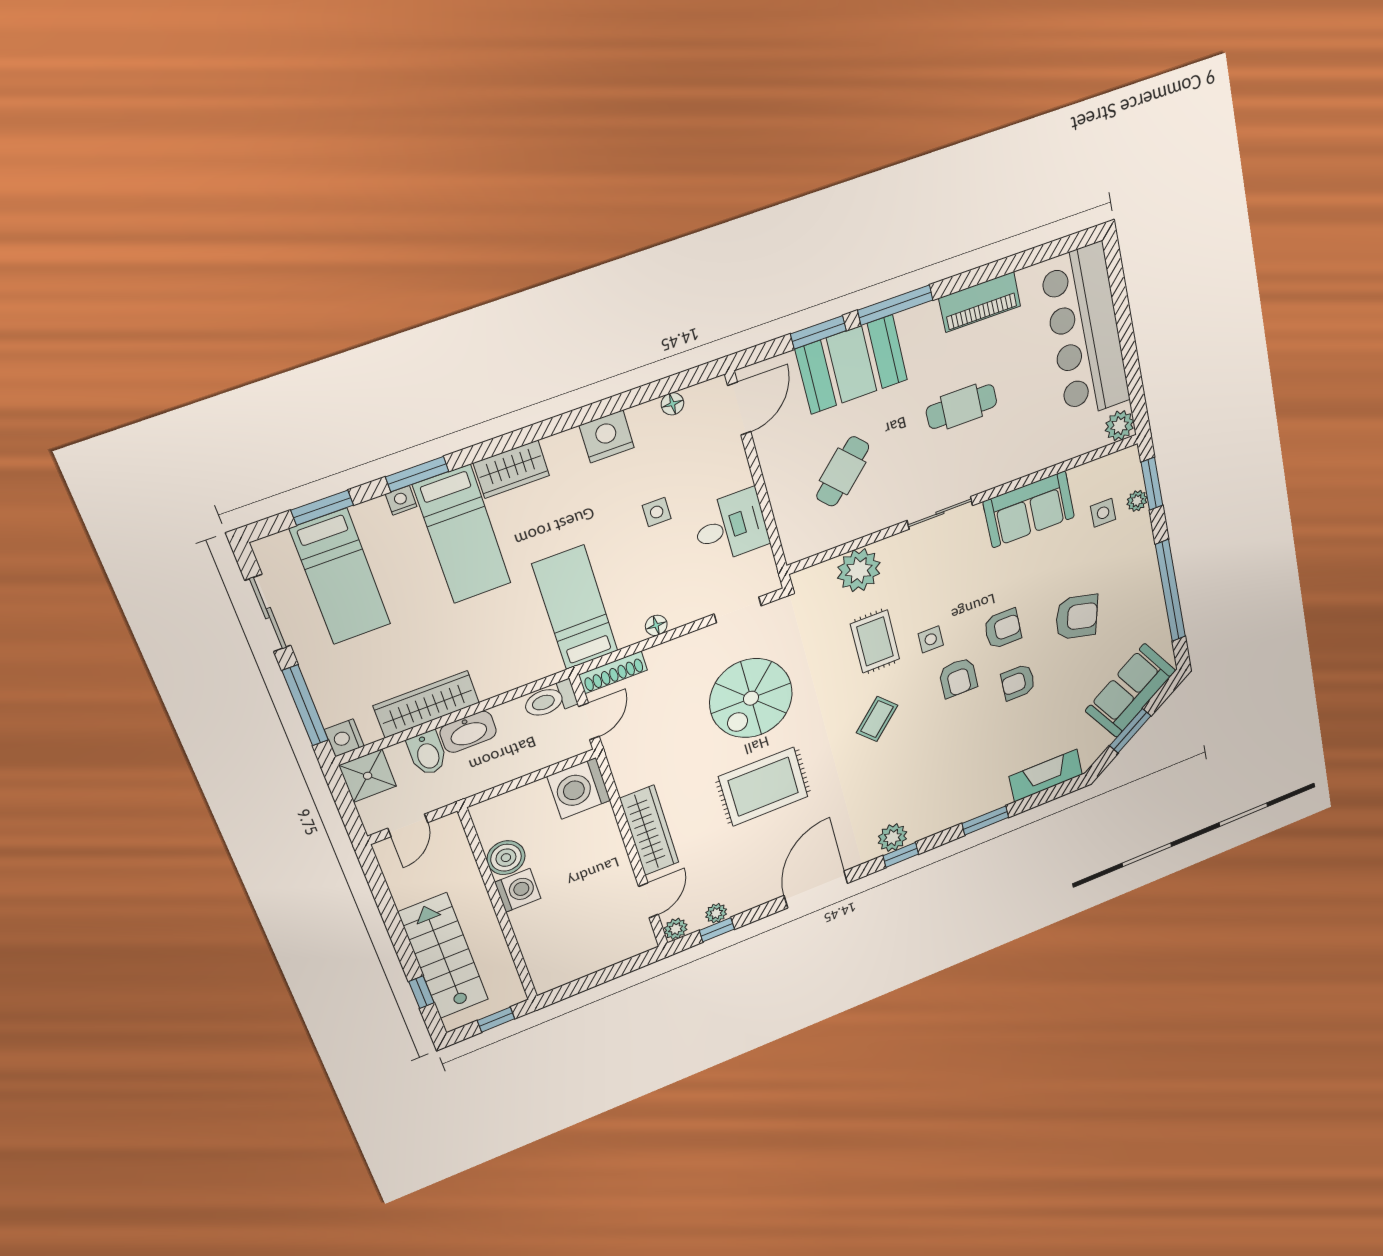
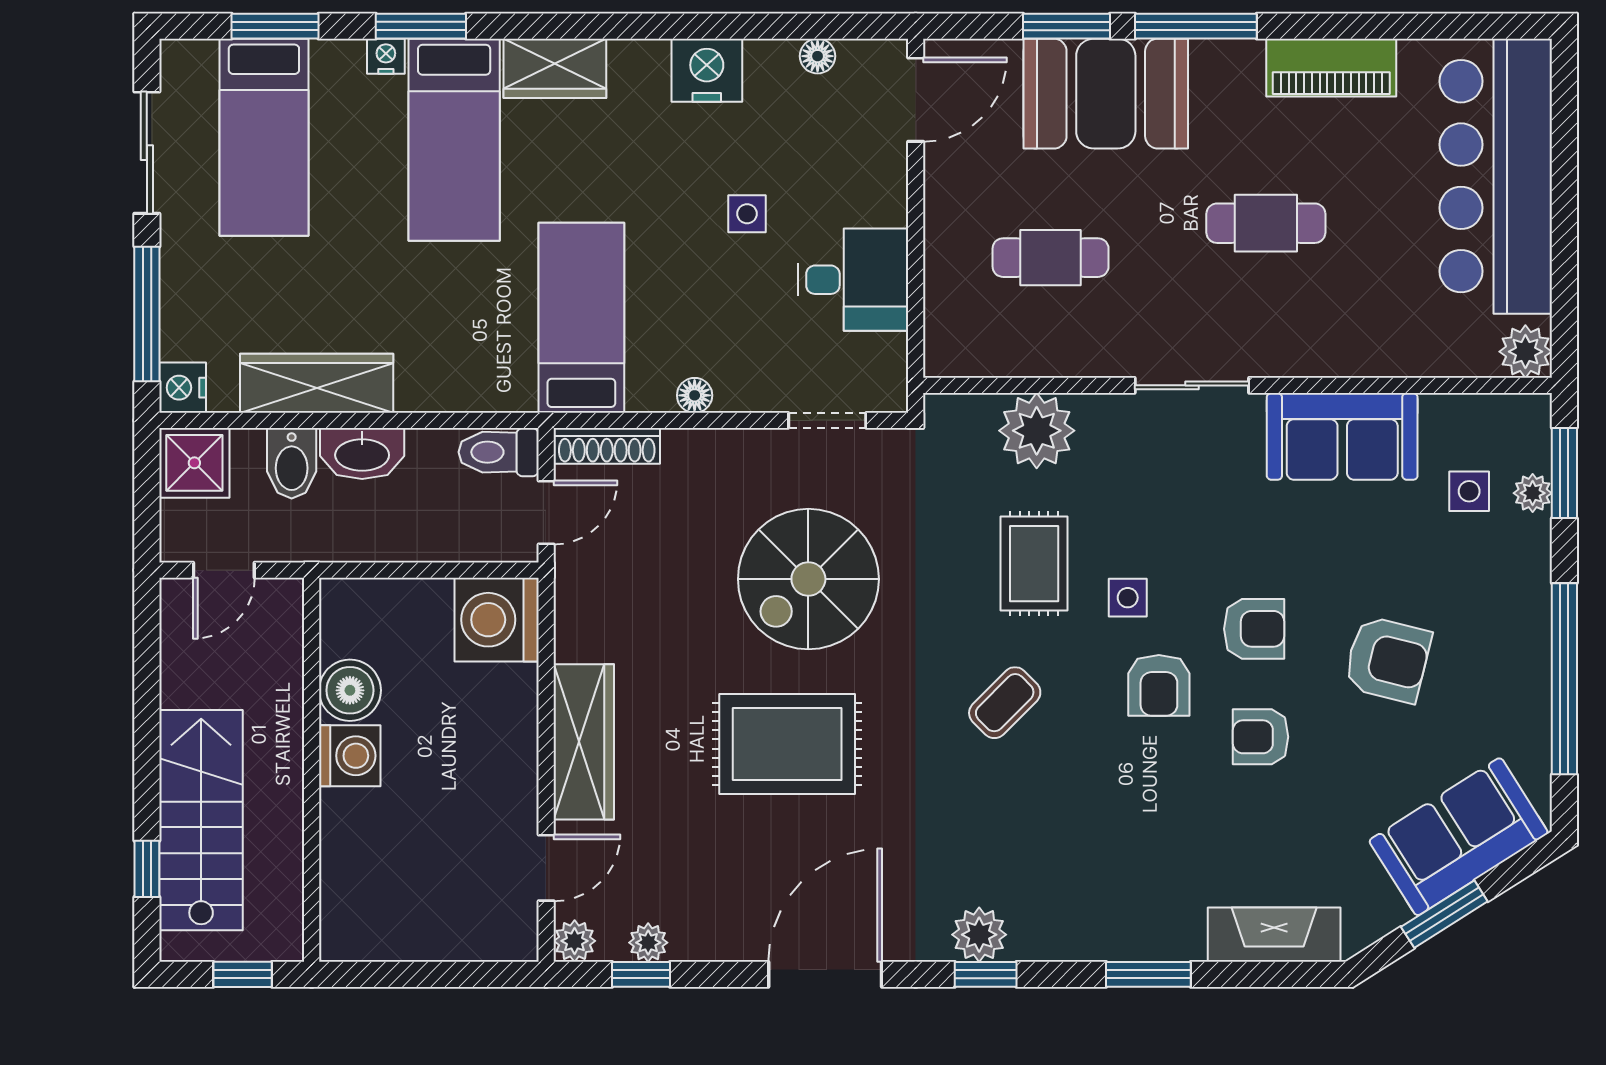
cafe table: (843, 471) -> (1051, 258), turned 44

